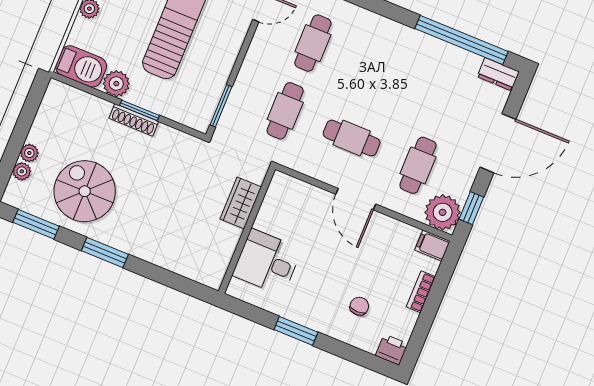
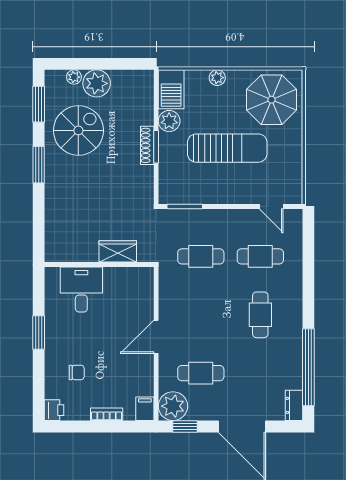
cafe table: (352, 138) -> (260, 315), moved
plant: (29, 153) -> (97, 83), width x1.88, depth x1.88

